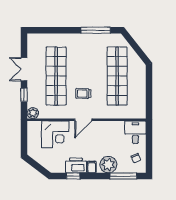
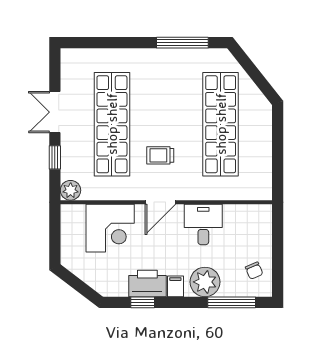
desk: (135, 132) -> (203, 224), moved

